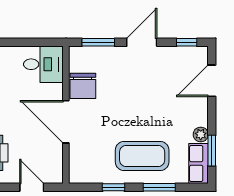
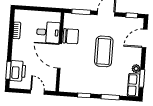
desk: (43, 64) -> (48, 32), moved
chair: (83, 86) -> (71, 36), turned -90
coffee table: (142, 156) -> (104, 51), moved, turned 90

